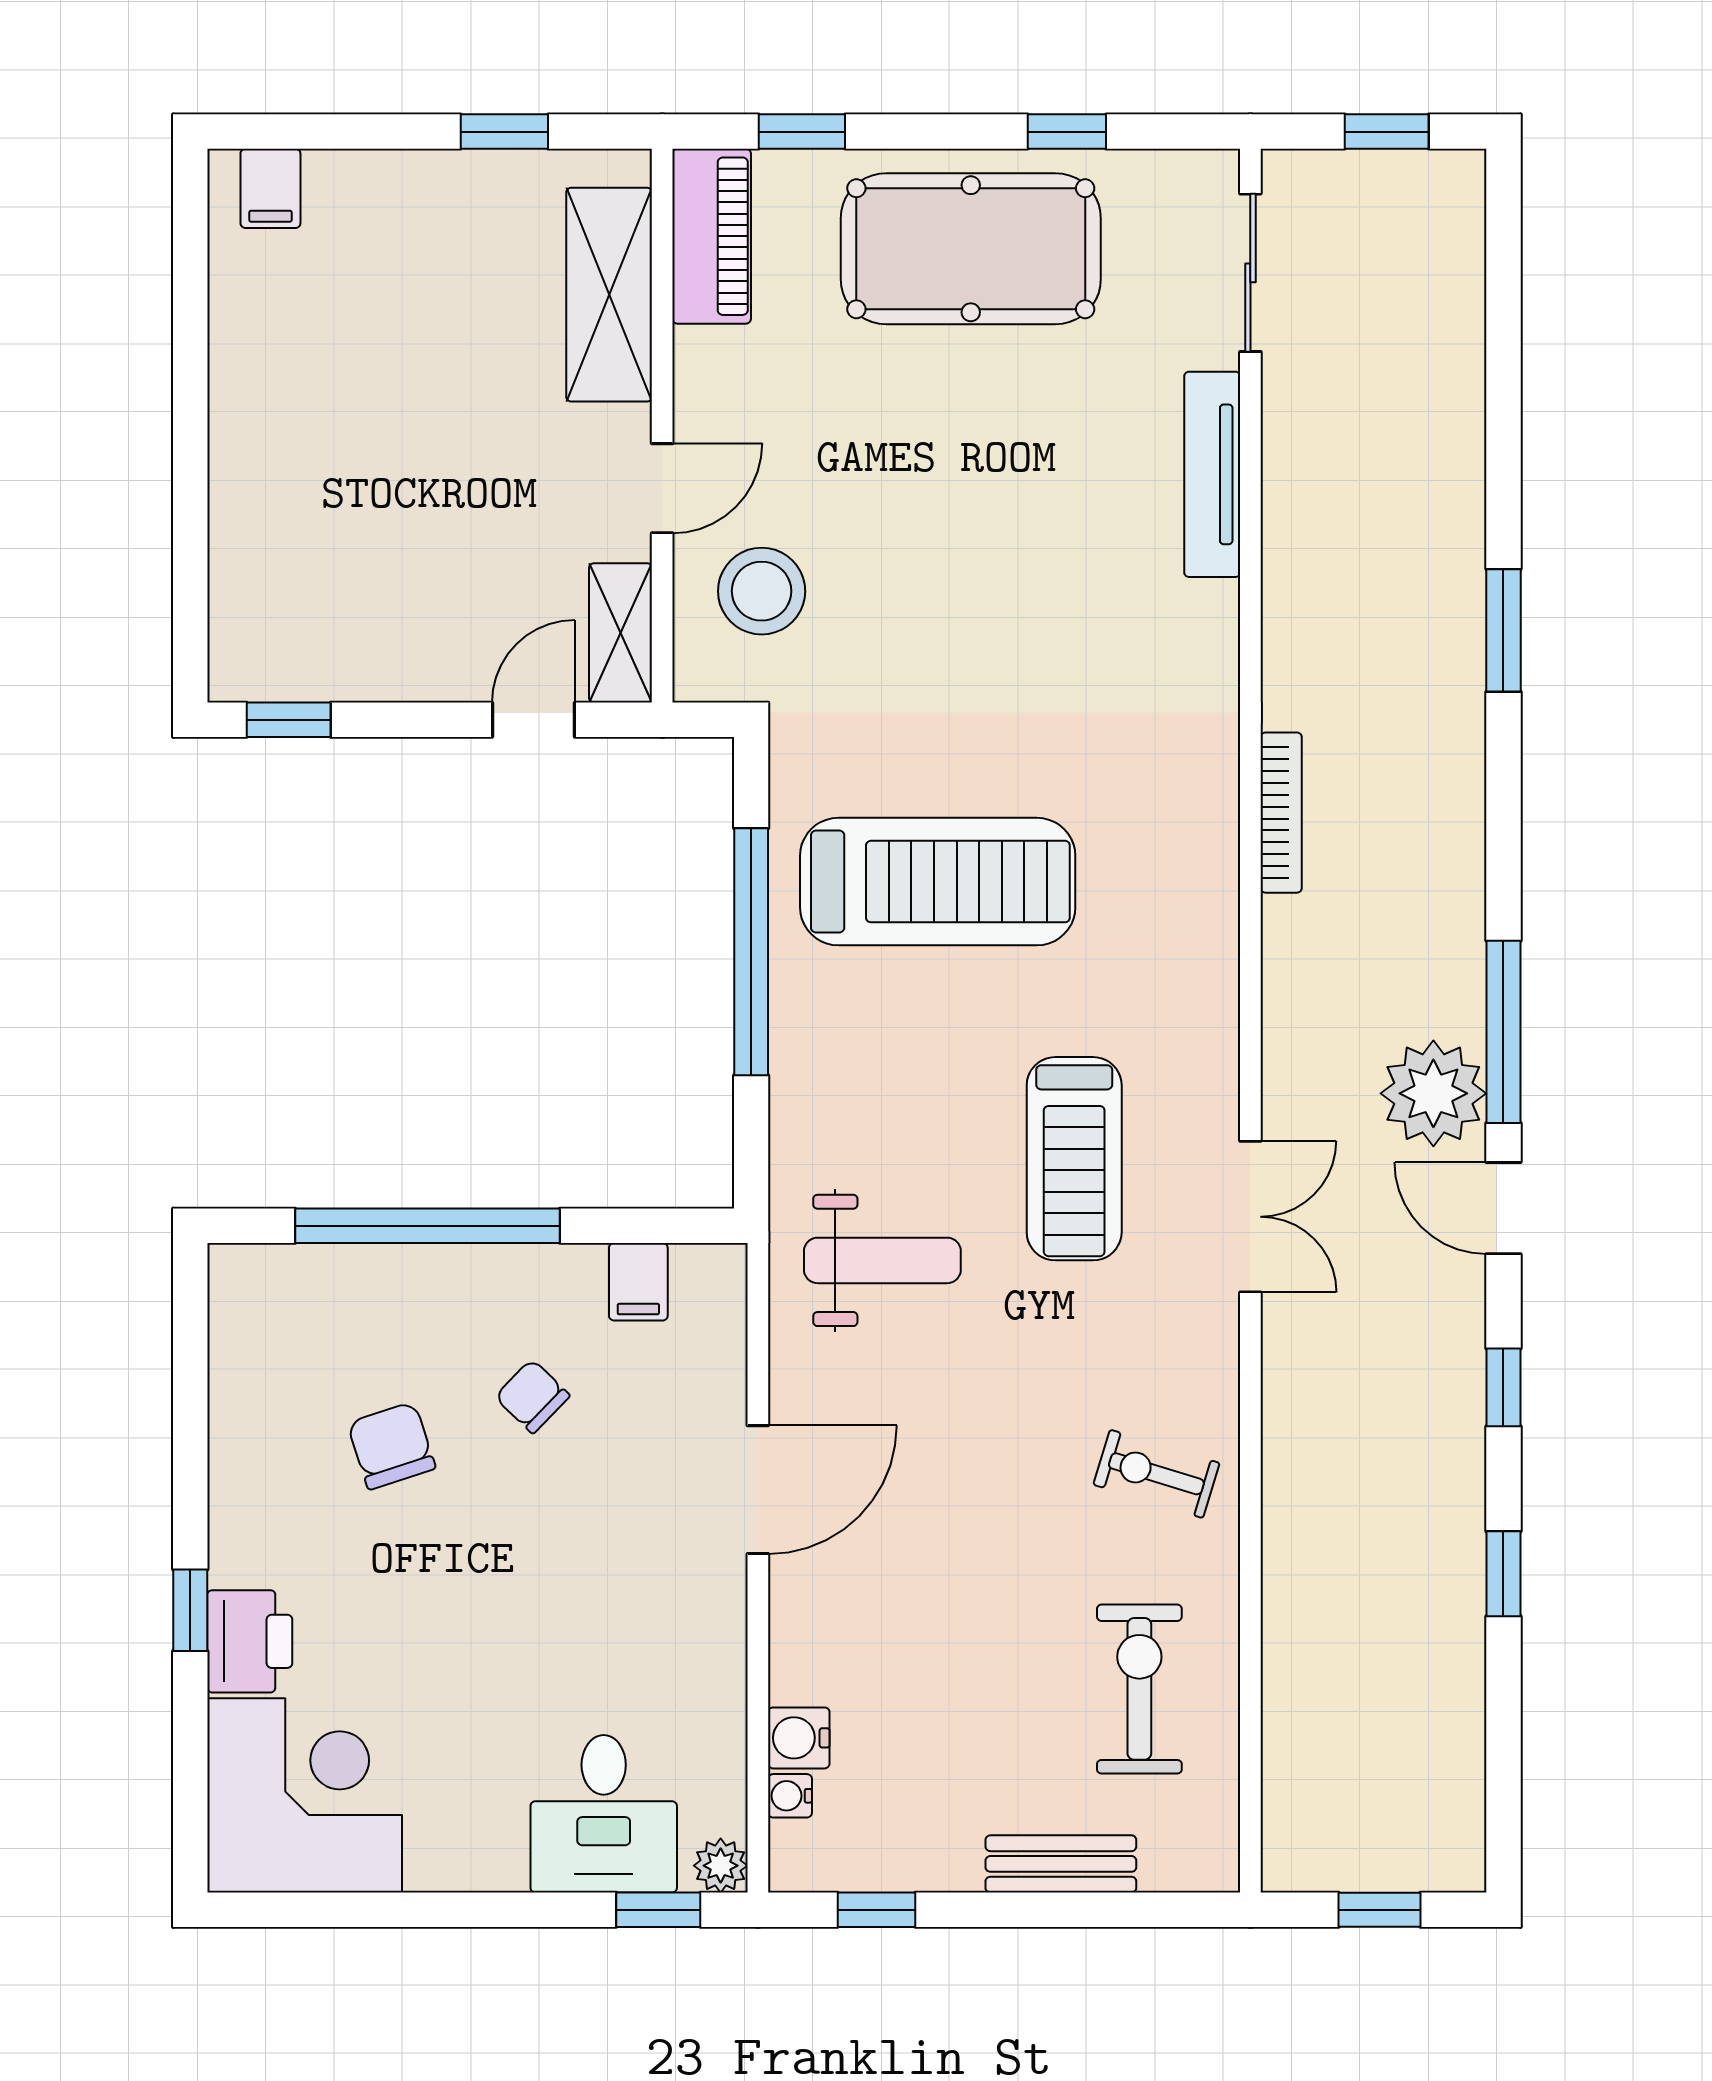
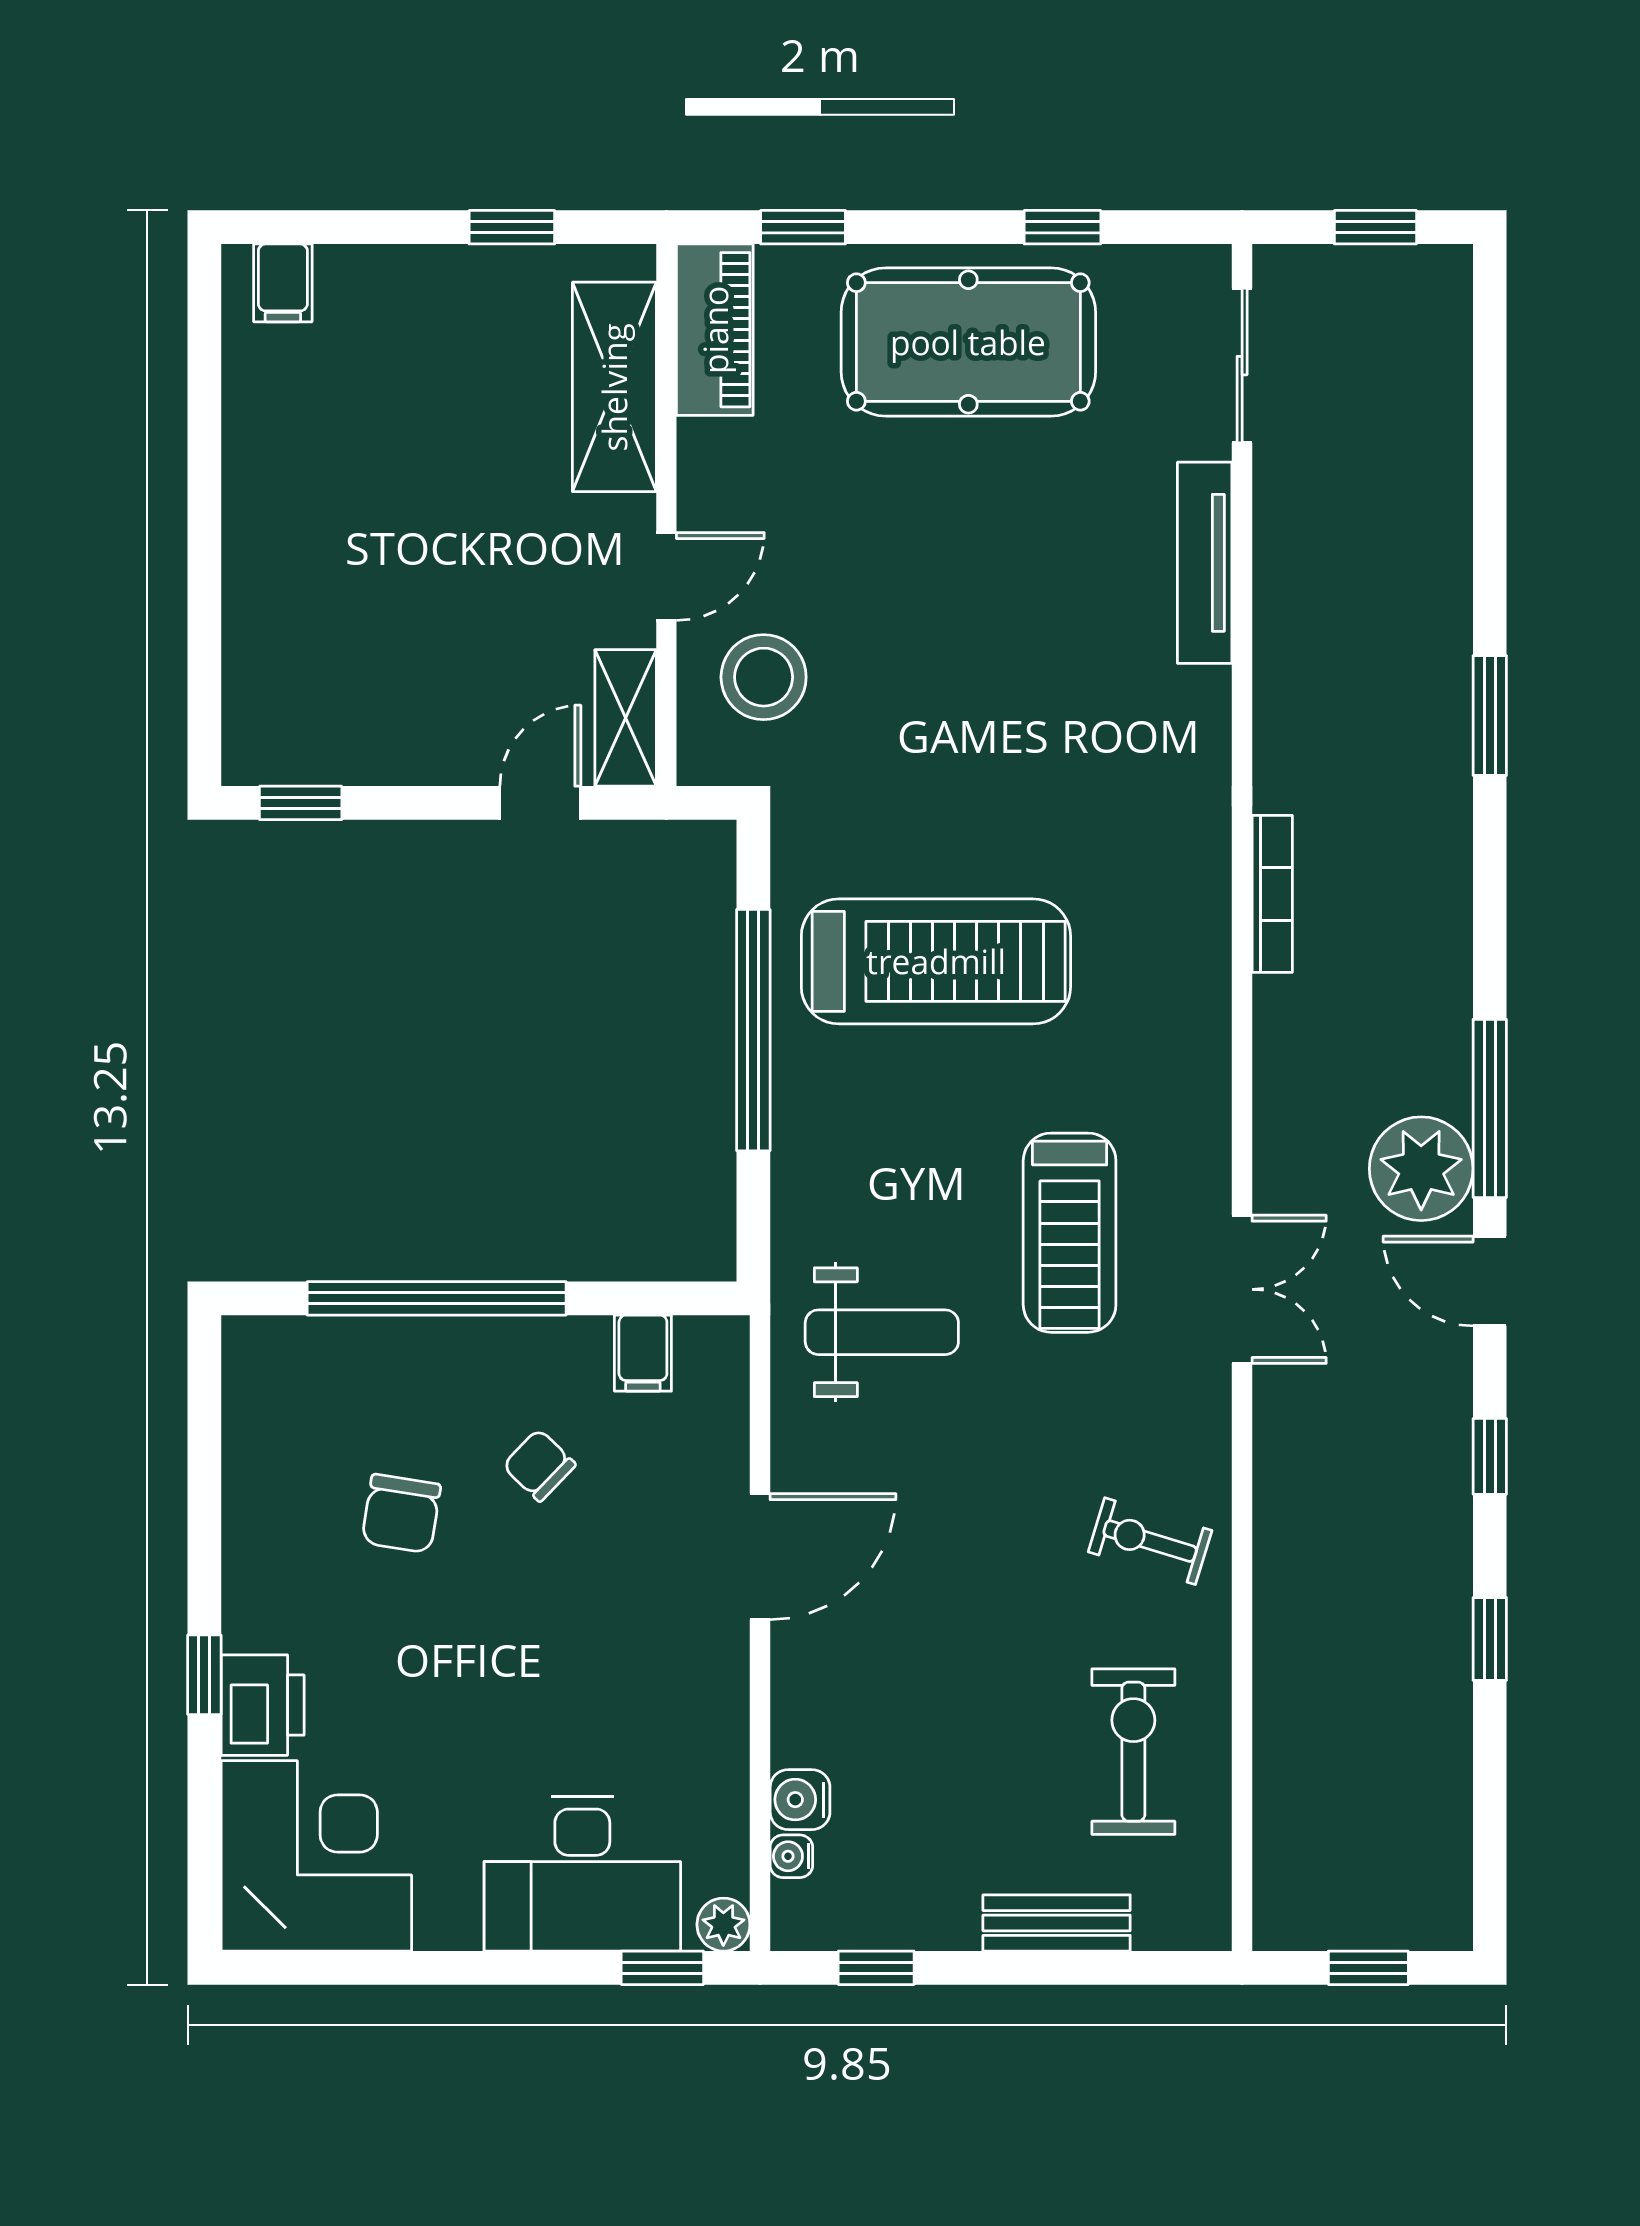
chair: (391, 1446) -> (401, 1514), turned -153
desk: (604, 1814) -> (582, 1874), width x1.37

